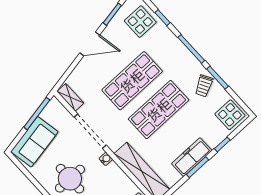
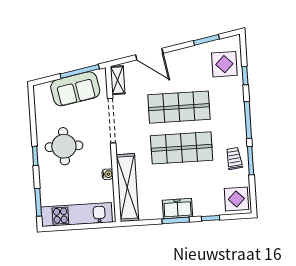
door: (90, 44) -> (149, 54), moved
trolley: (204, 86) -> (234, 158), turned 113
sofa: (34, 142) -> (75, 89), moved
freezer: (192, 157) -> (177, 209), width x0.71
water cooler: (106, 159) -> (108, 174), moved

